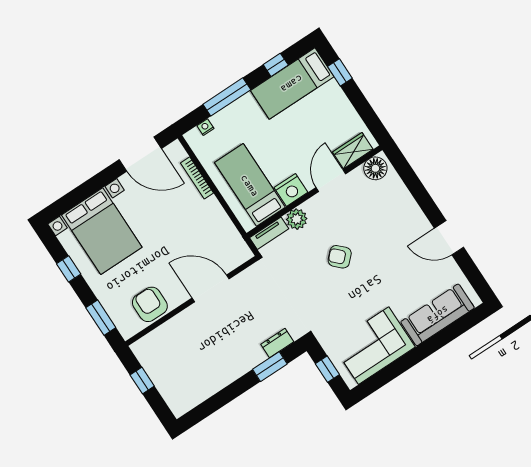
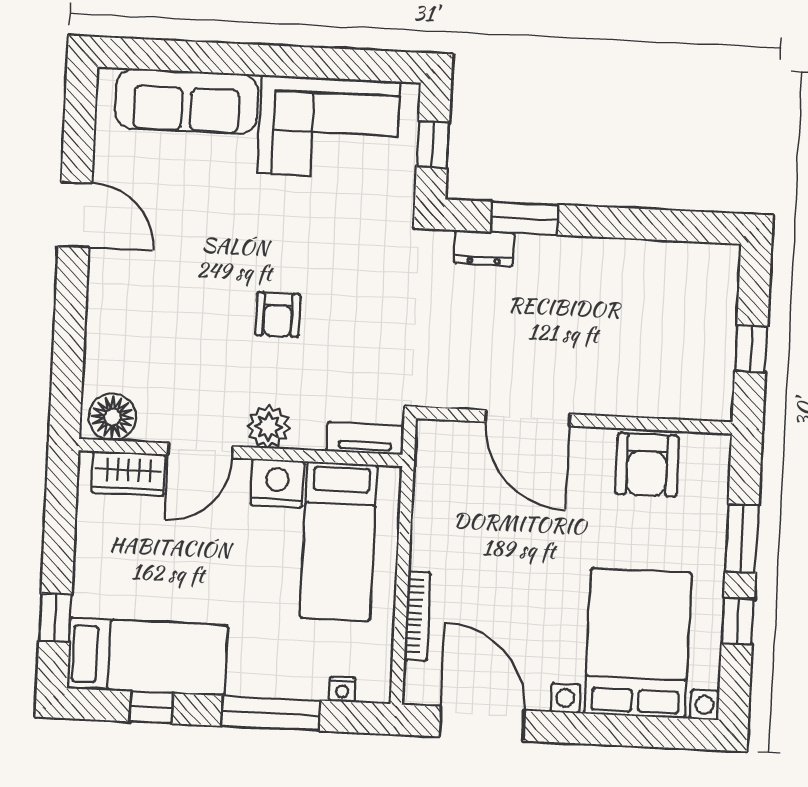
plant: (297, 219) -> (268, 427), moved
armchair: (340, 257) -> (278, 315), turned 45
window: (101, 318) -> (742, 539), moved

